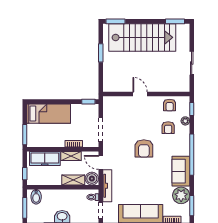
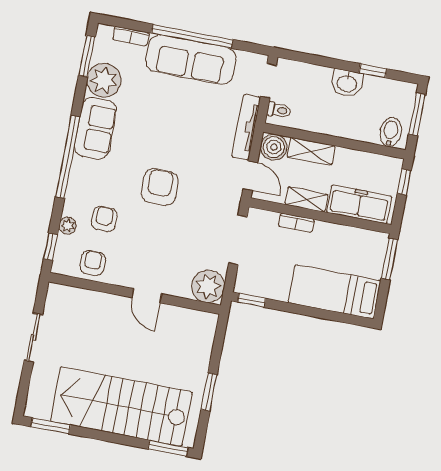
plant: (111, 104) -> (208, 286), added

